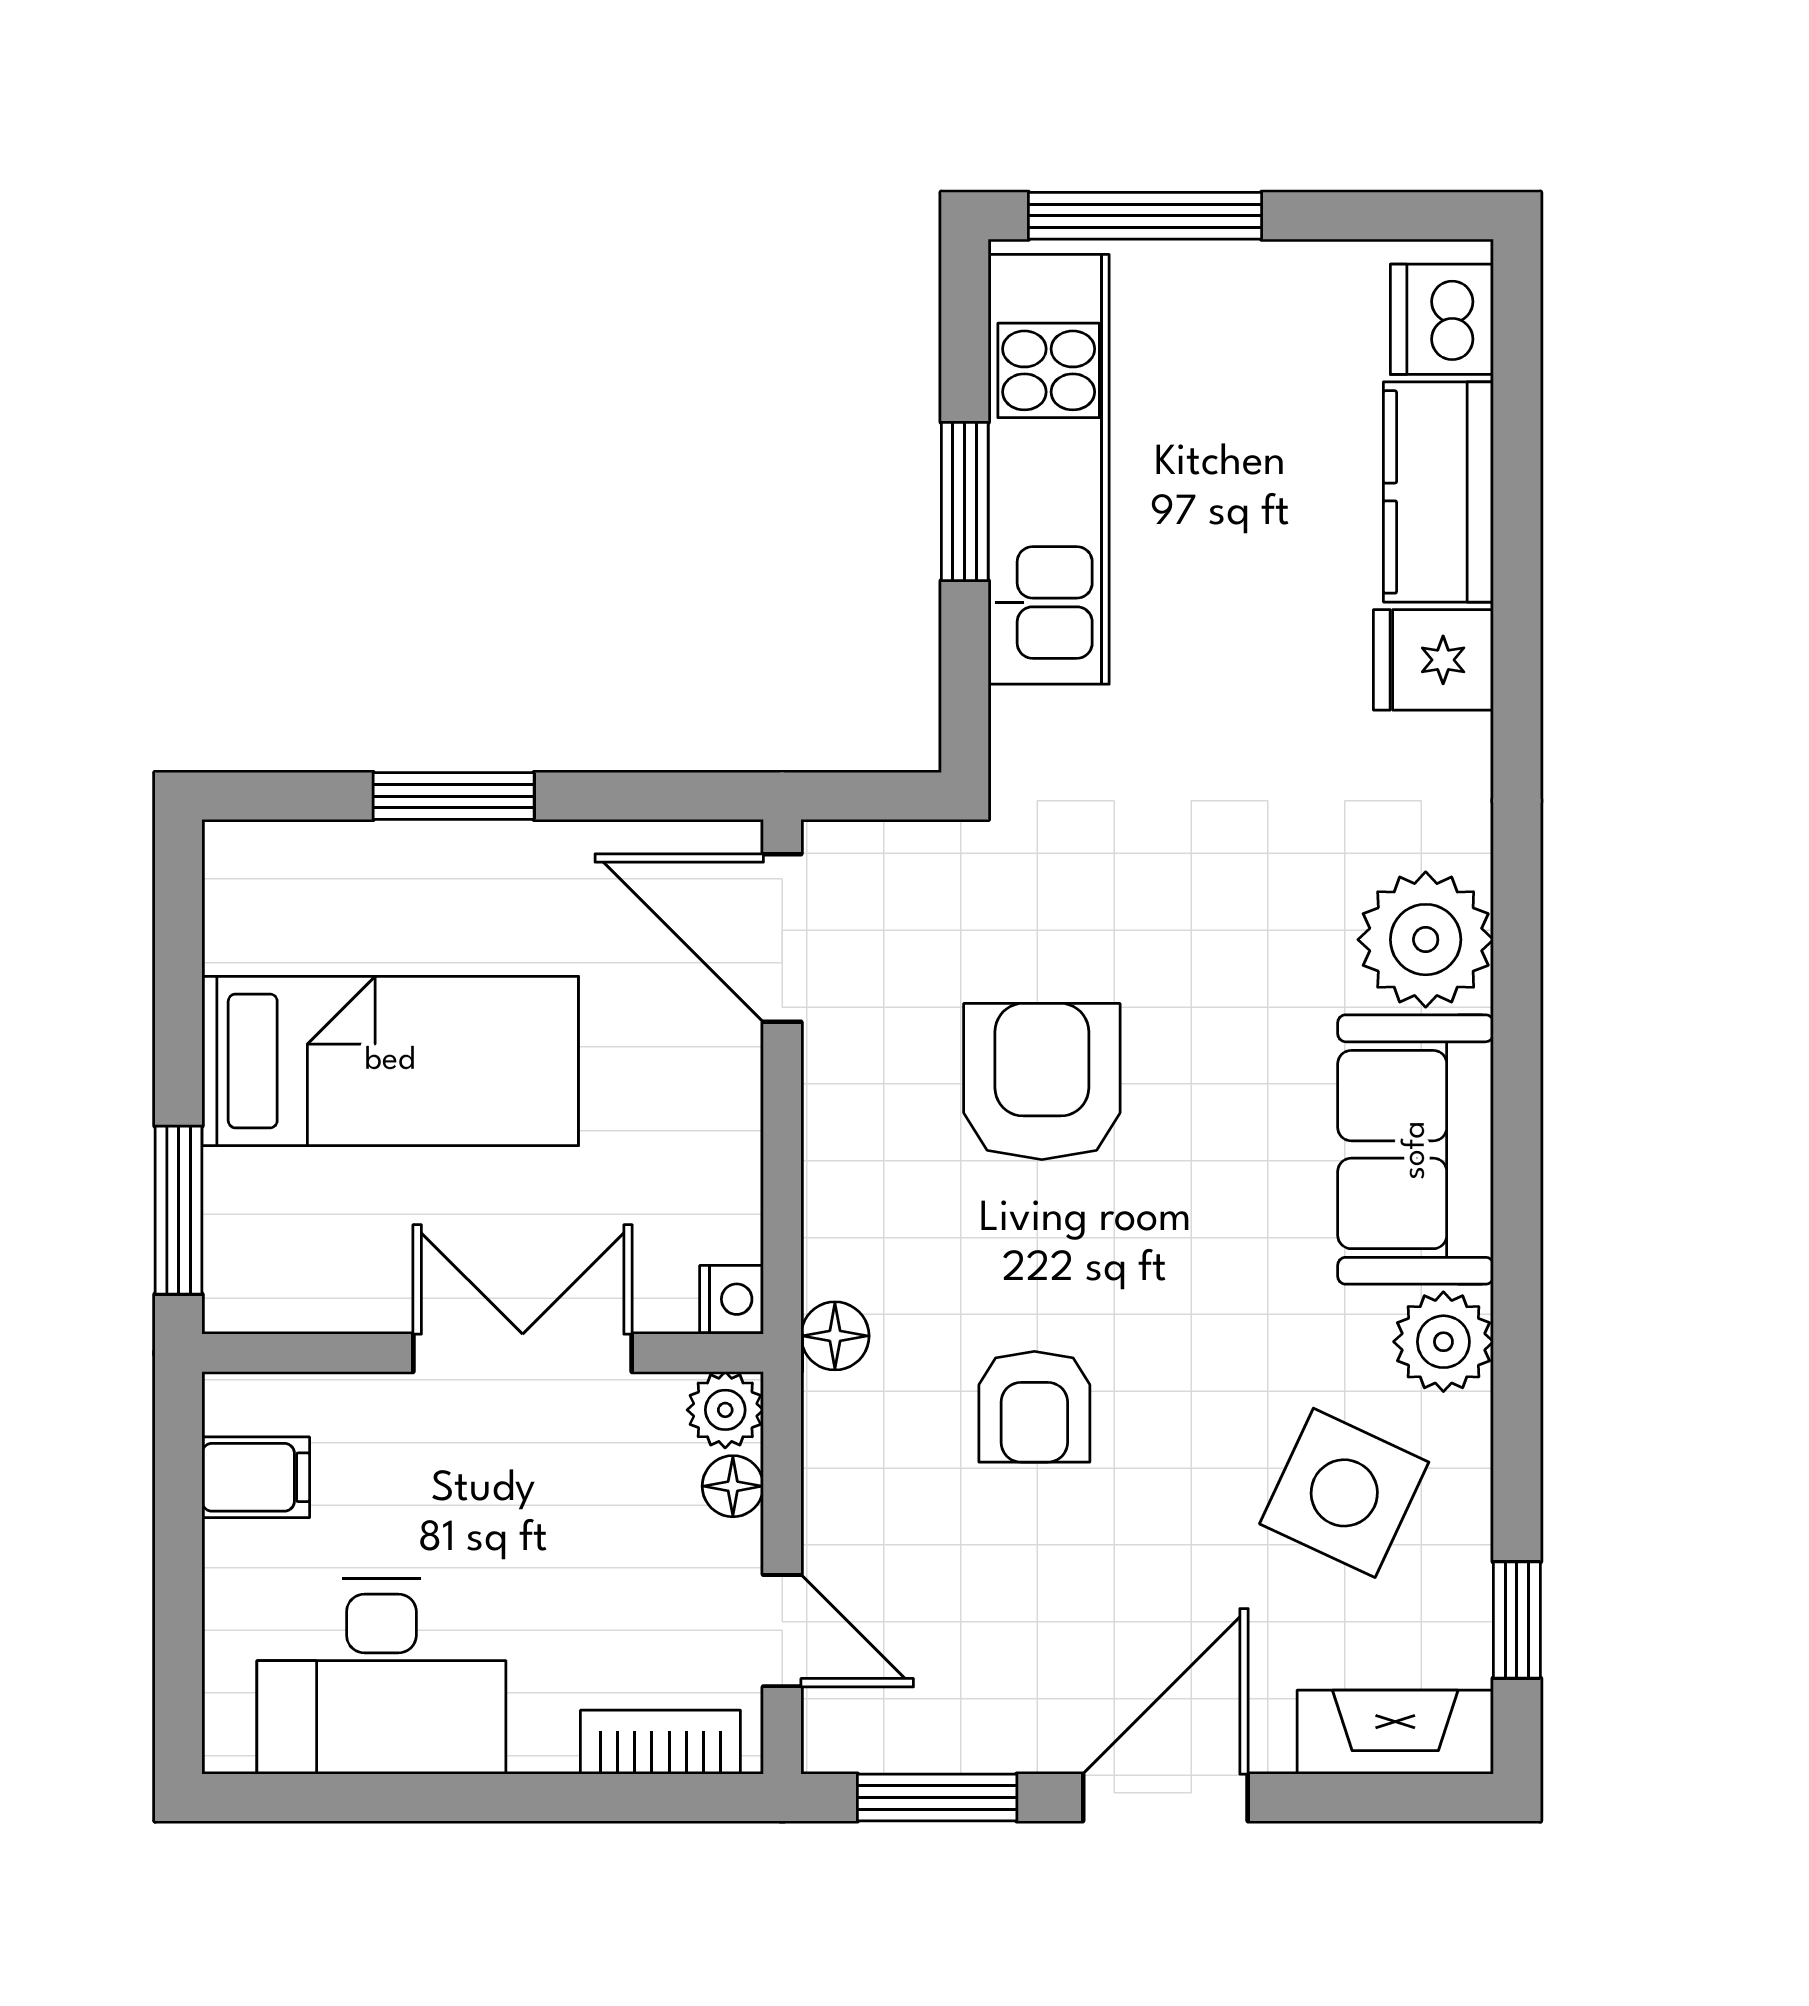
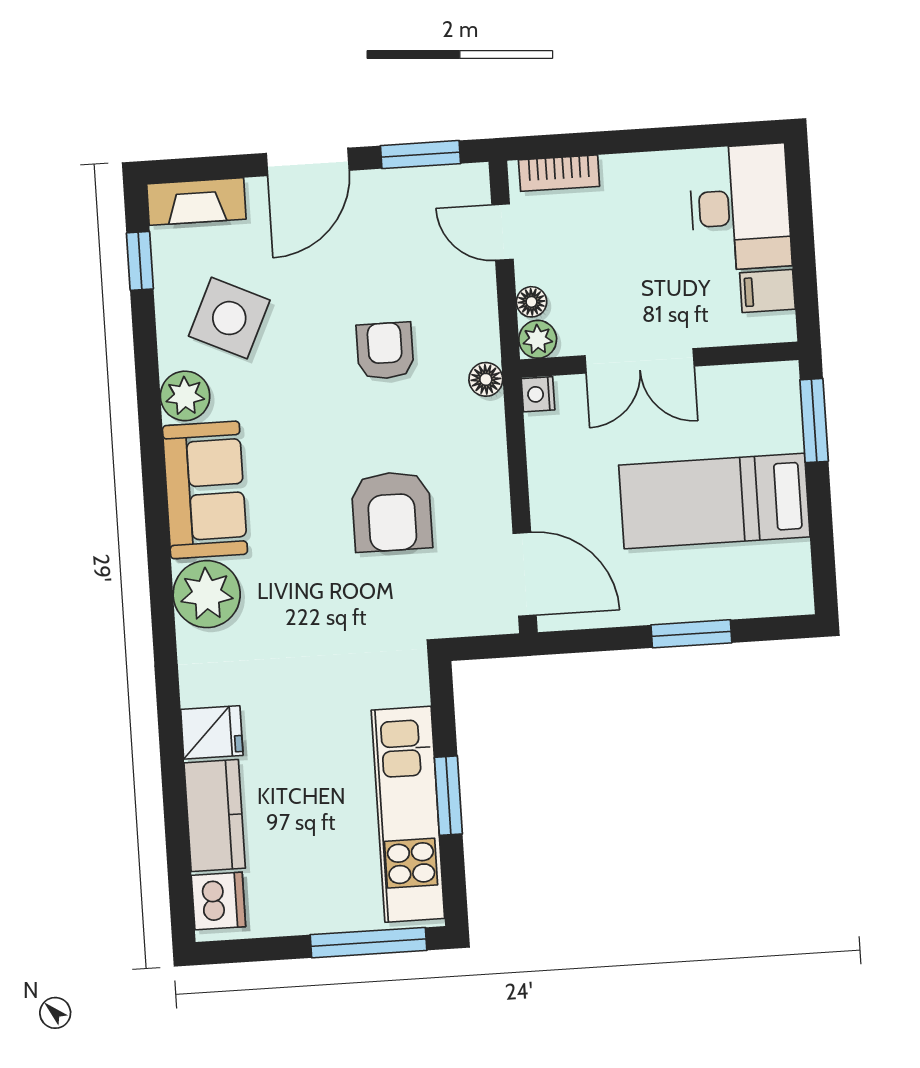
desk: (381, 1676) -> (740, 207), moved, turned 90

